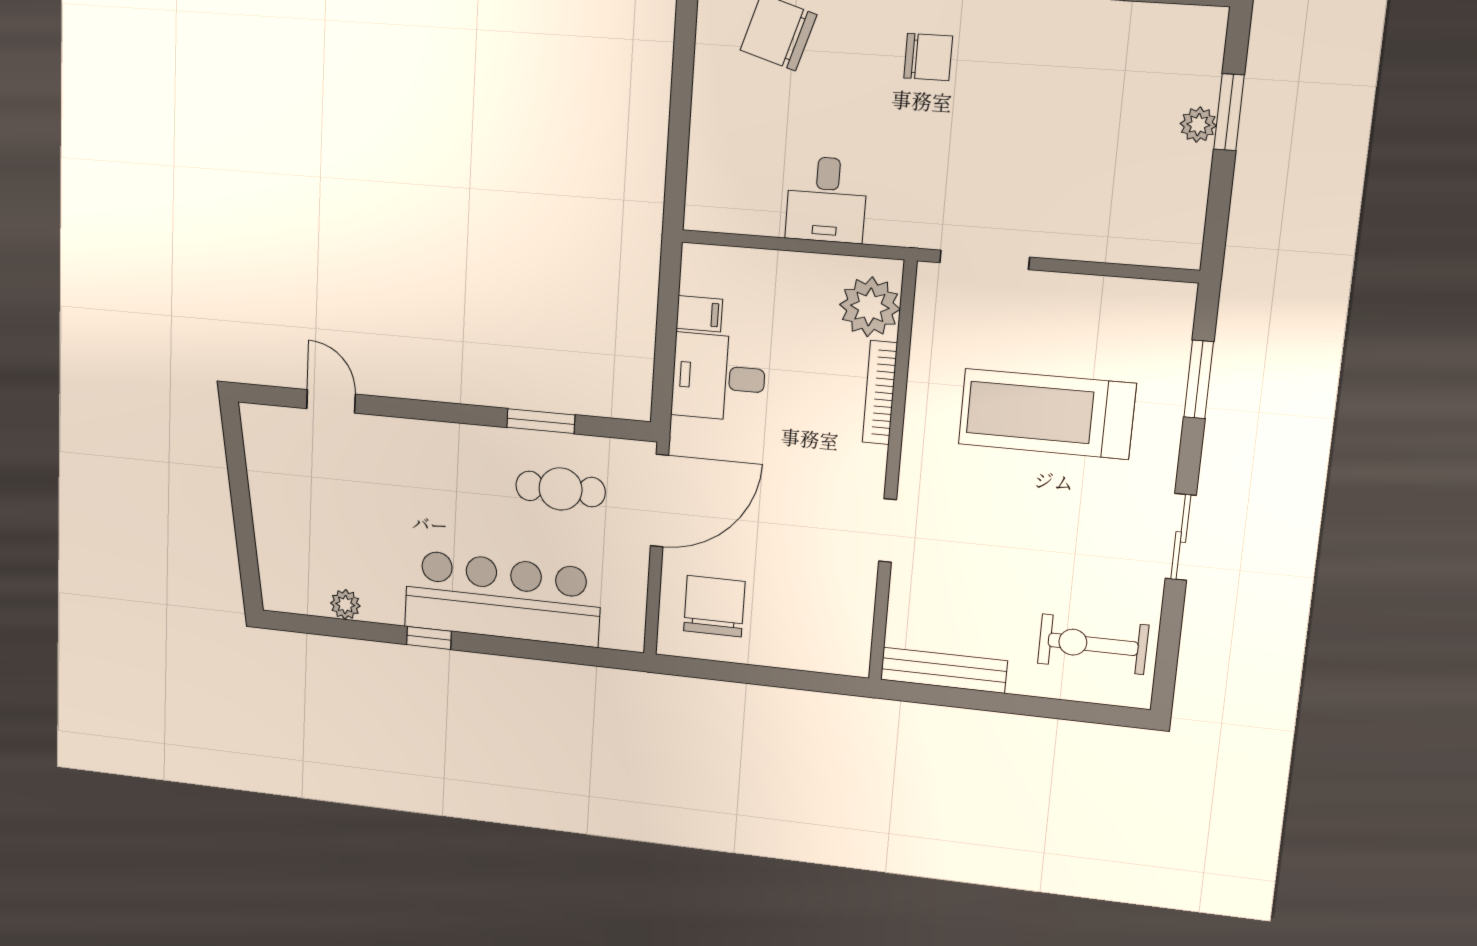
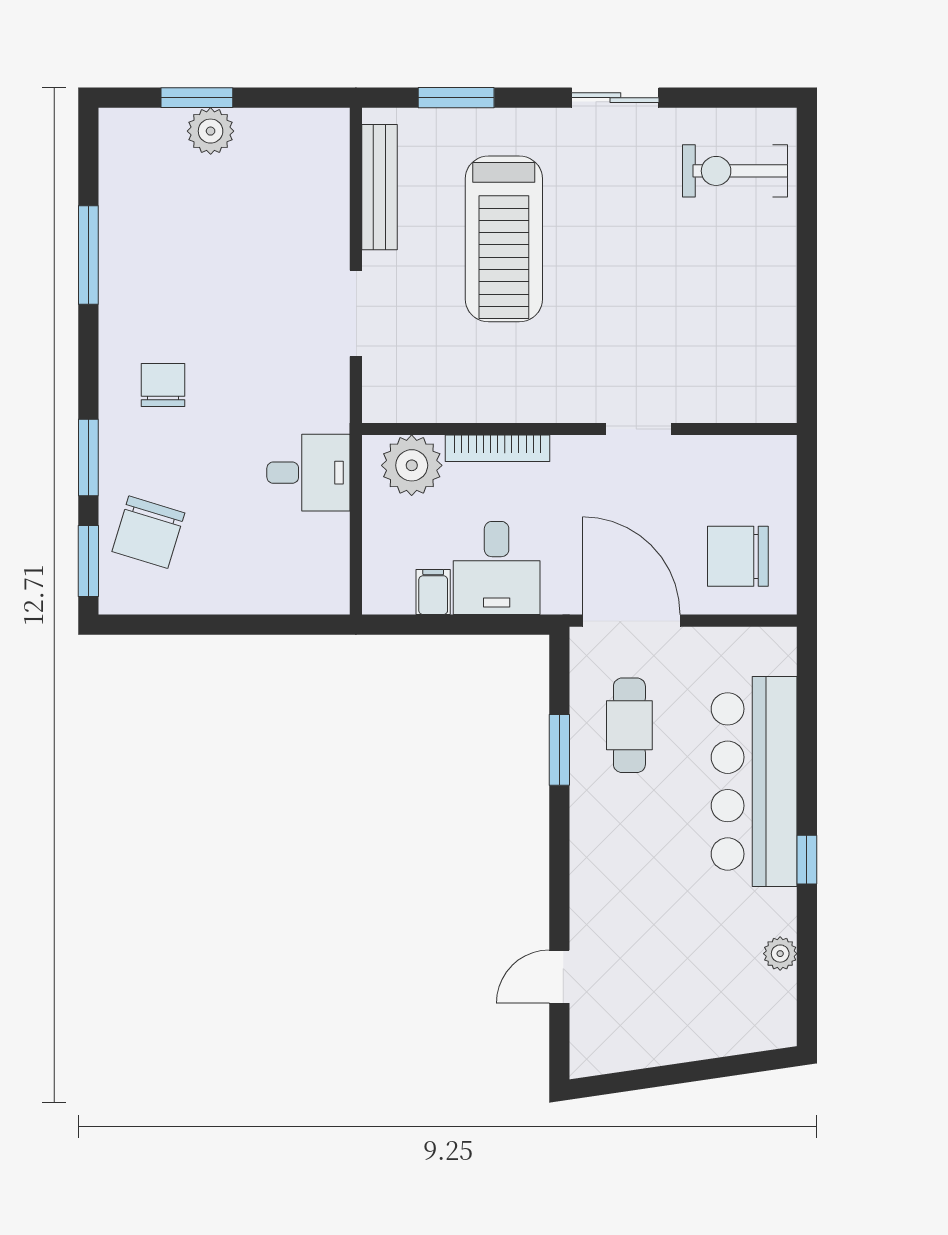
plant: (1198, 125) -> (211, 131), width x1.38, depth x1.38
plant: (870, 307) -> (412, 465), moved
bookcase: (880, 393) -> (497, 448), moved
wall: (892, 474) -> (579, 429), moved
doorway: (888, 531) -> (639, 429), moved
exercise bike: (1093, 644) -> (735, 171), turned 90
bench: (944, 670) -> (379, 187), moved

